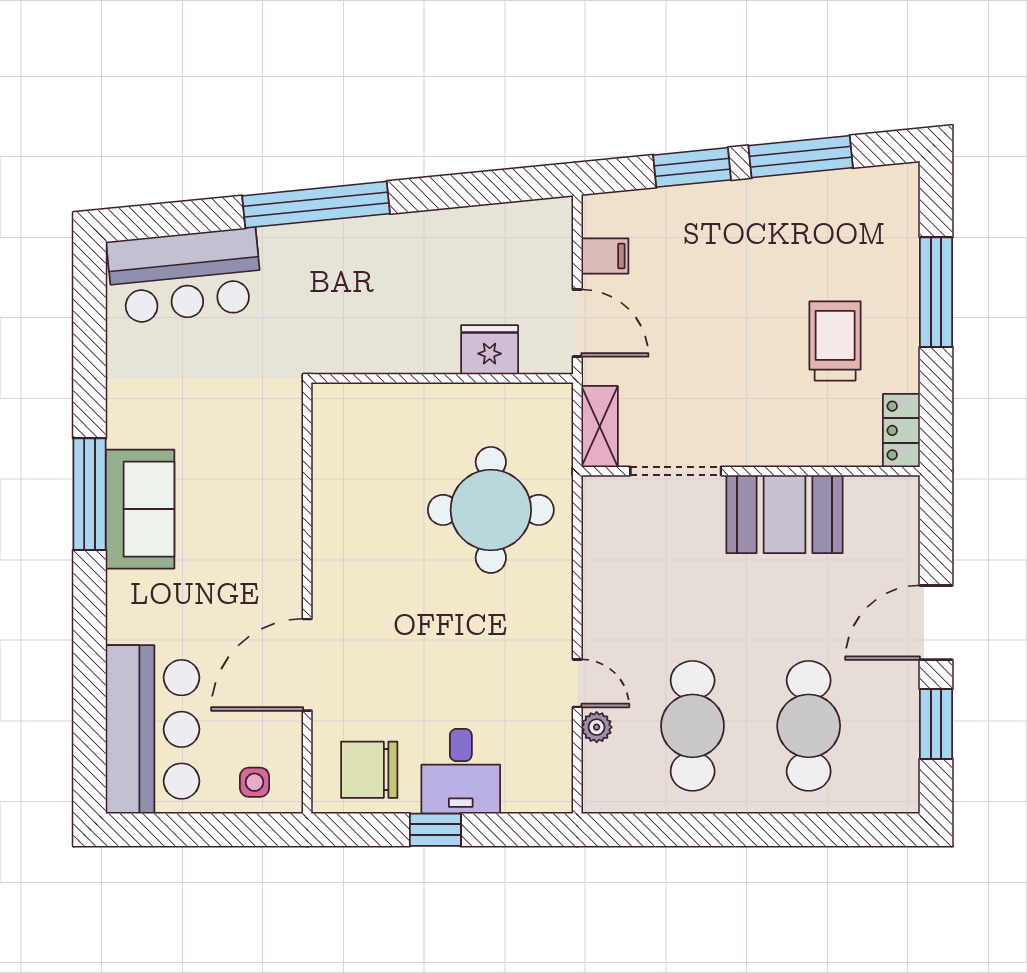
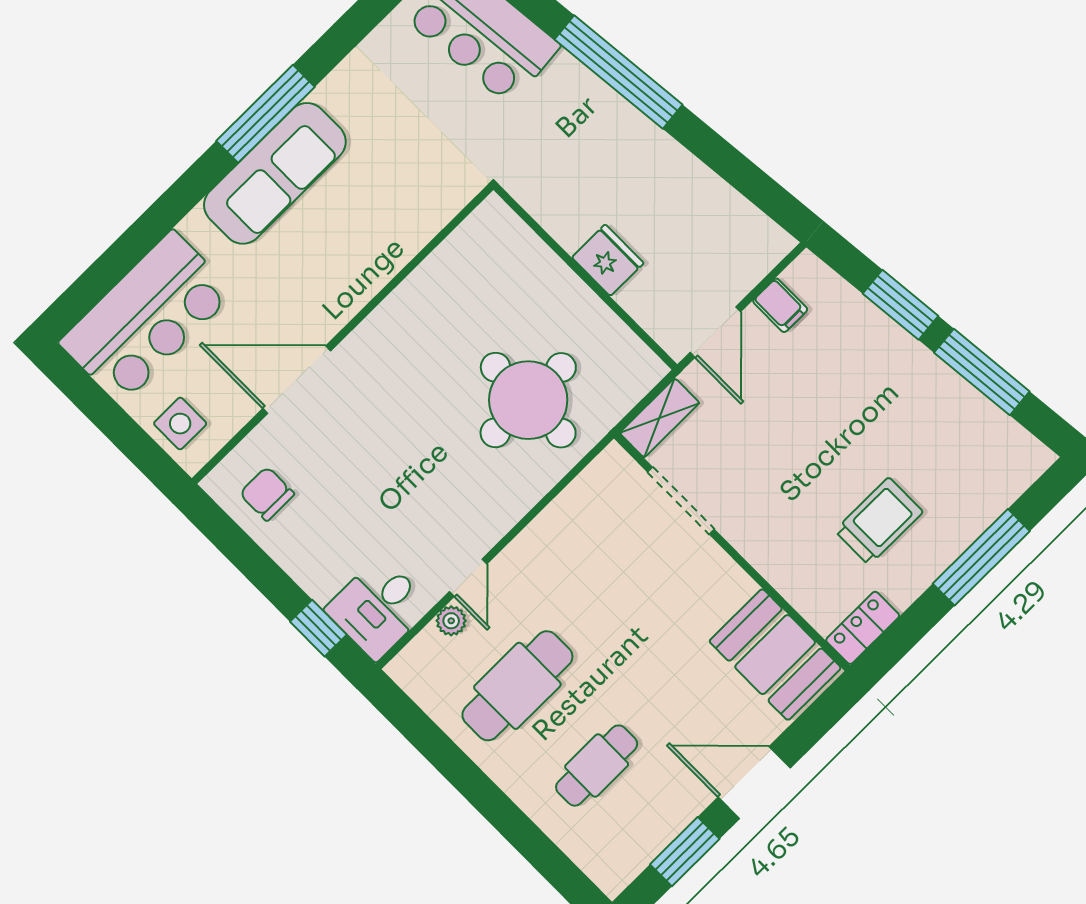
fridge: (490, 350) -> (608, 260), moved
sofa: (140, 509) -> (275, 173), width x1.36
booth: (784, 514) -> (775, 655), moved
cafe table: (809, 726) -> (597, 766), width x0.73, depth x0.74
chair: (369, 770) -> (267, 494), width x0.73, depth x0.73
desk: (461, 771) -> (378, 608), moved
side table: (255, 782) -> (180, 424), width x1.37, depth x1.37
window: (435, 830) -> (318, 628), moved

